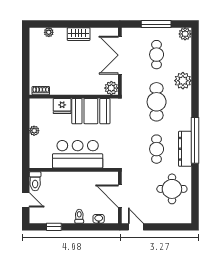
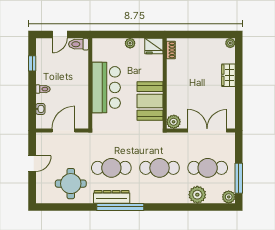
window: (156, 24) -> (239, 178), moved
plant: (49, 32) -> (230, 43), moved
wardrobe: (79, 34) -> (228, 75), moved
cafe table: (157, 55) -> (208, 168), width x1.37, depth x1.35
plant: (183, 81) -> (197, 195), moved
fridge: (62, 106) -> (154, 46), moved, turned -90
cafe table: (157, 149) -> (111, 168), width x1.37, depth x1.35
door: (136, 227) -> (32, 164), moved

